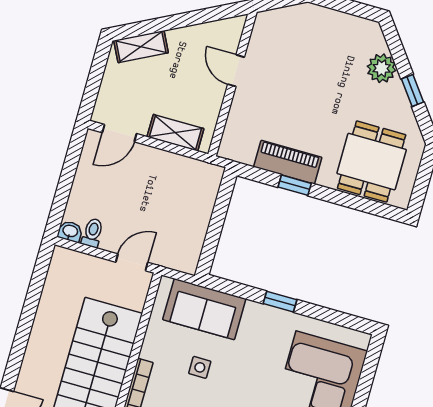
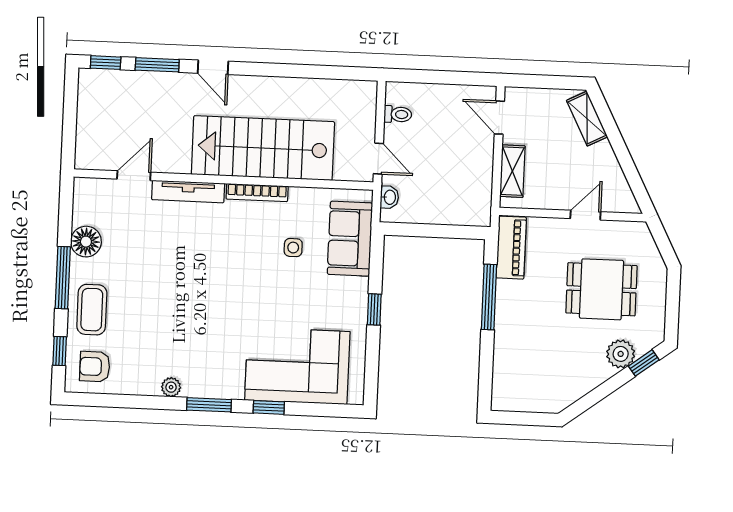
window: (412, 91) -> (644, 363), moved
piano: (288, 162) -> (511, 248), moved
dining table: (372, 162) -> (601, 289), moved
window: (295, 185) -> (489, 297), width x2.17
washbasin: (70, 231) -> (389, 197), moved

